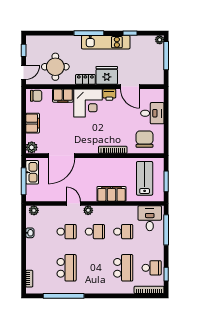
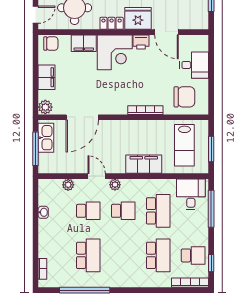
chair: (144, 139) -> (184, 97), turned 90
lab bench: (145, 178) -> (184, 145), turned 180
plant: (34, 210) -> (68, 185), moved
school desk: (123, 232) -> (158, 211), width x1.85

